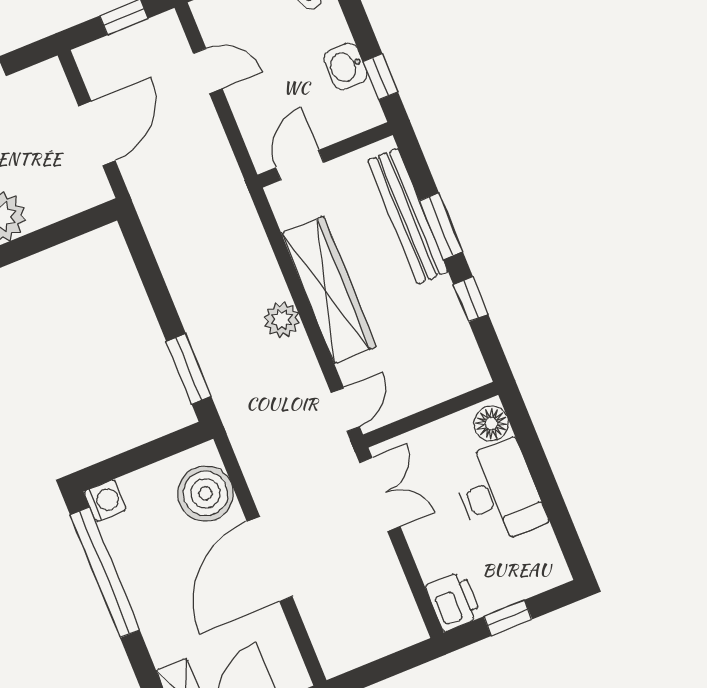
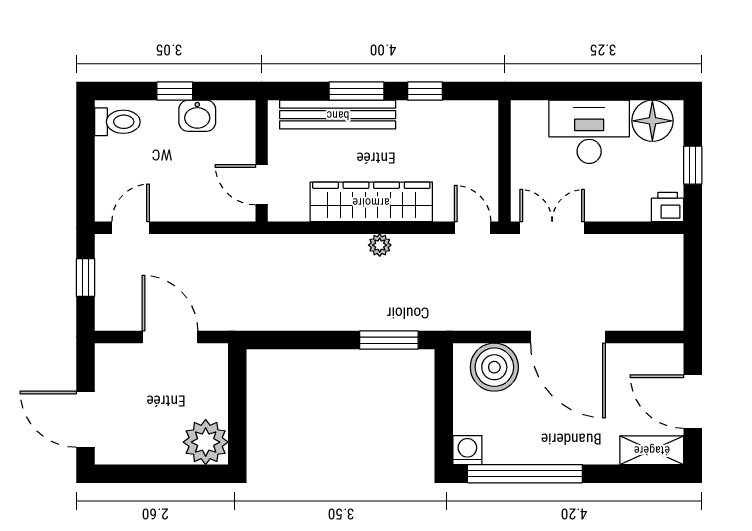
door: (208, 71) -> (131, 228), moved
window: (380, 77) -> (175, 91), moved
plant: (282, 320) -> (380, 245), width x0.73, depth x0.73
floor lamp: (491, 424) -> (652, 121), moved, width x1.38, depth x1.38
printer: (453, 601) -> (668, 207), width x0.73, depth x0.81

